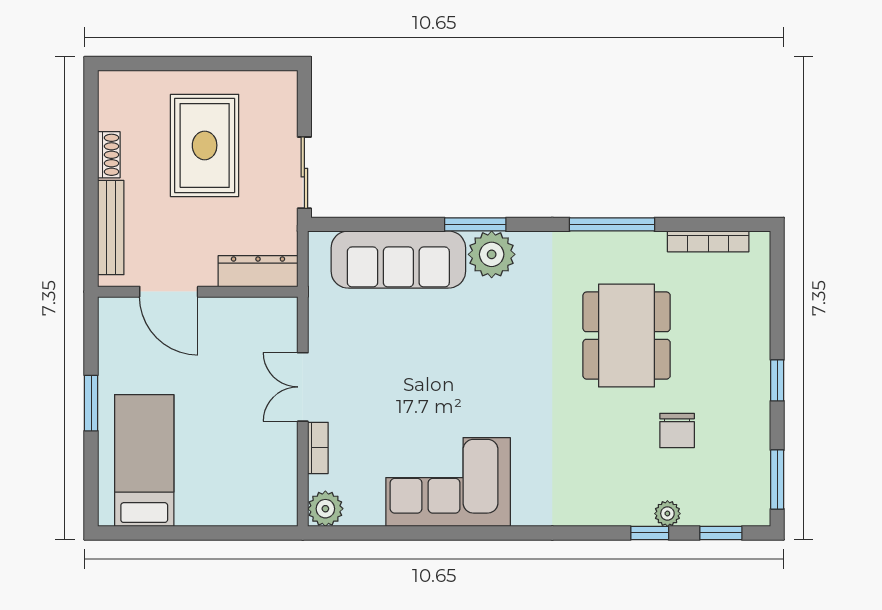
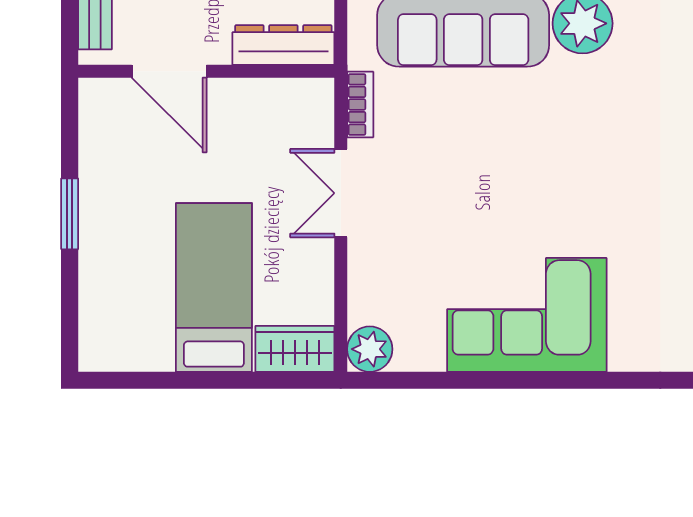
bookcase: (318, 448) -> (360, 105), moved
bed: (144, 460) -> (214, 287), moved
wardrobe: (267, 508) -> (295, 349), added

